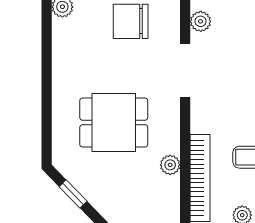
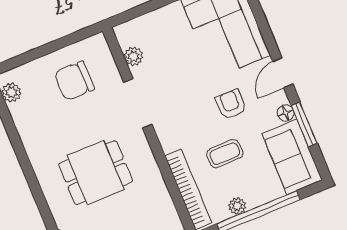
plant: (170, 165) -> (158, 189), removed

